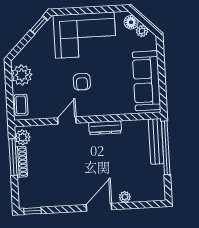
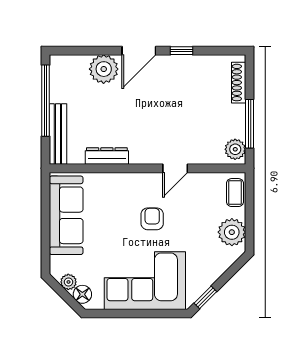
dresser: (105, 128) -> (107, 156), moved
window: (166, 148) -> (46, 101), moved
shoe rack: (21, 162) -> (239, 83), moved
plant: (125, 197) -> (104, 69), width x1.88, depth x1.88
window: (32, 211) -> (182, 51), moved

